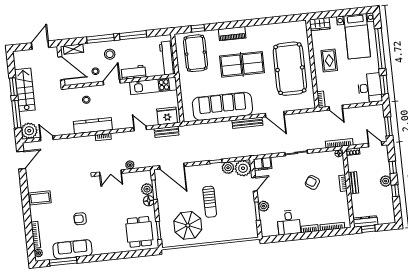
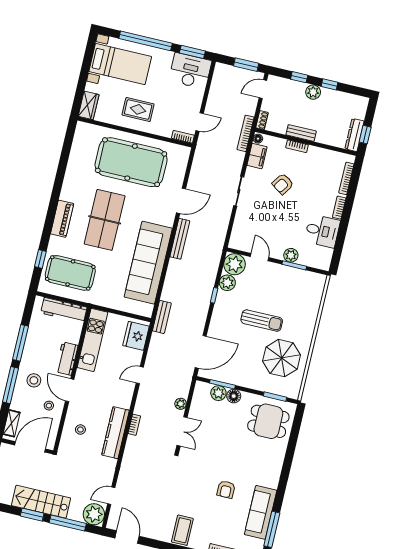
bench: (167, 132) -> (162, 317), moved
filing cabinet: (262, 164) -> (257, 156), moved

